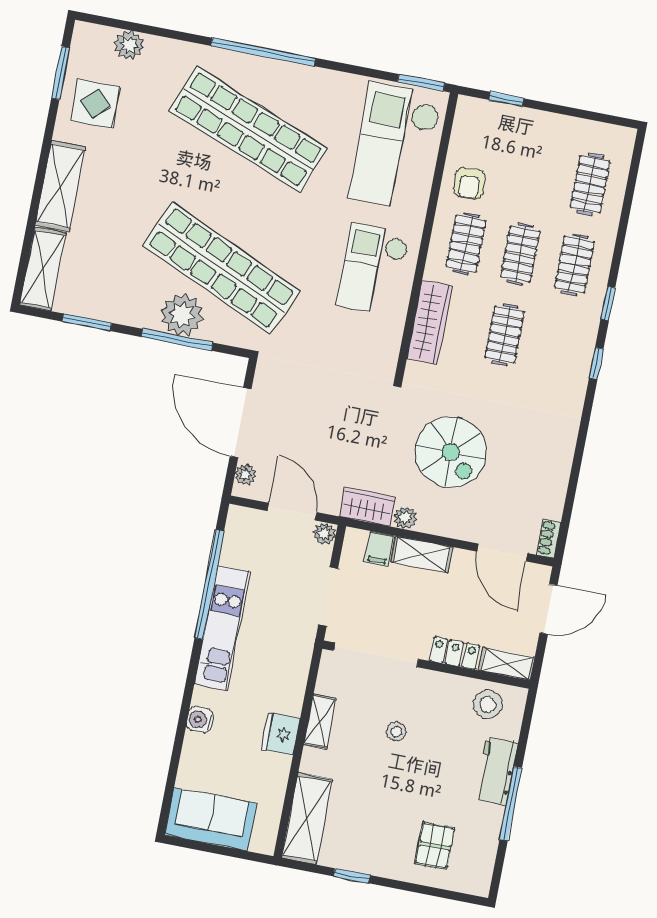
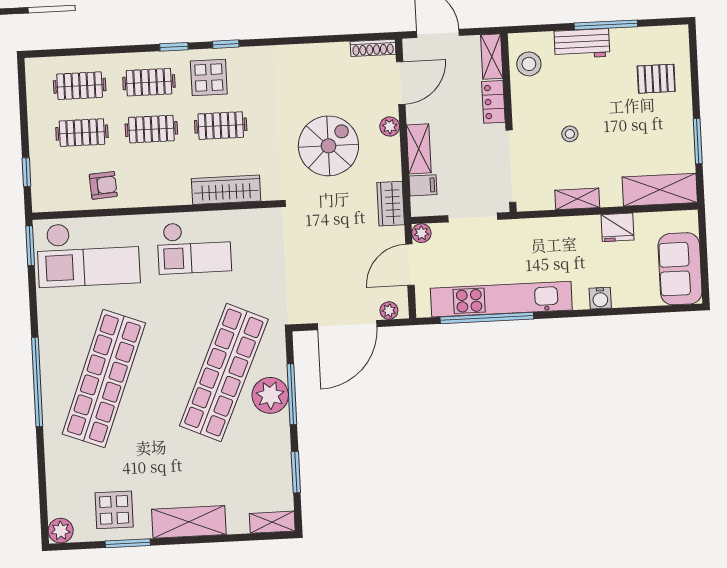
plant: (129, 45) -> (61, 531), moved
window: (60, 73) -> (128, 543), moved
clothes rail: (466, 244) -> (82, 133), moved
shelving: (43, 269) -> (272, 522), width x0.67, depth x0.75
display table: (563, 335) -> (209, 77), added
plant: (405, 518) -> (390, 126), moved
shoe rack: (549, 538) -> (373, 48), width x1.43
kitchen unit: (222, 628) -> (501, 299), width x1.36
fridge: (281, 734) -> (618, 227), moved
window: (352, 876) -> (698, 141), width x1.50

